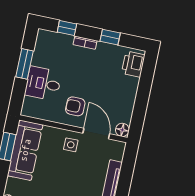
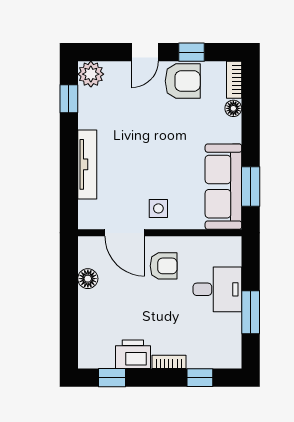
window: (110, 37) -> (112, 378), moved
printer: (133, 64) -> (133, 354), moved, turned -90
floor lamp: (122, 130) -> (88, 279), moved

